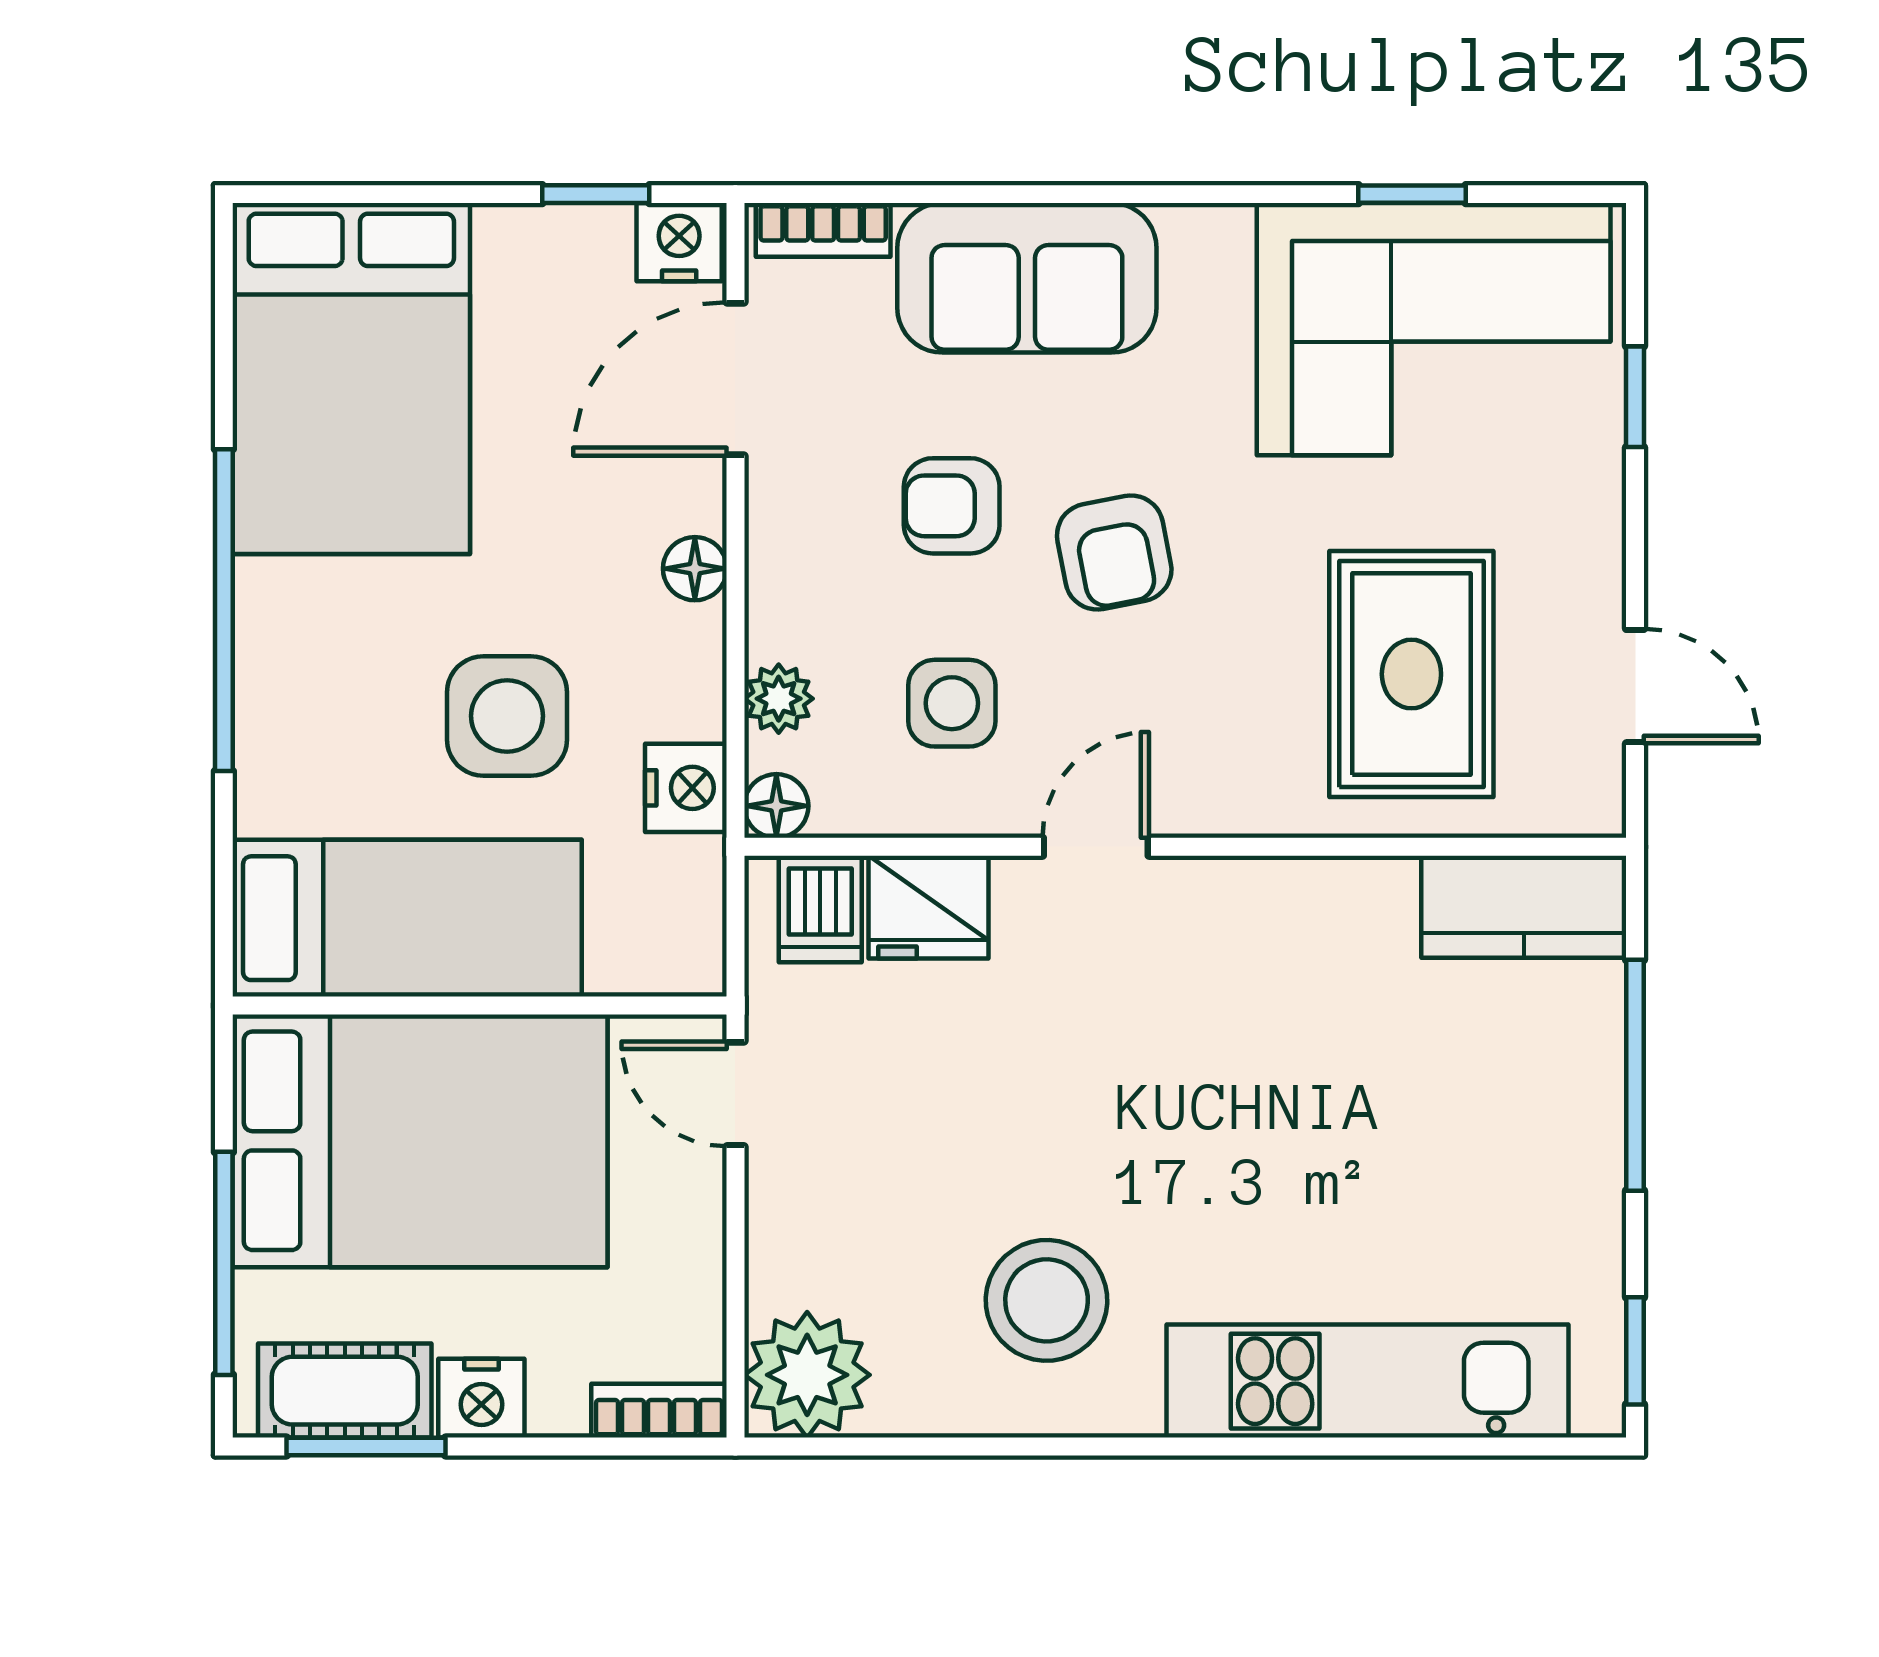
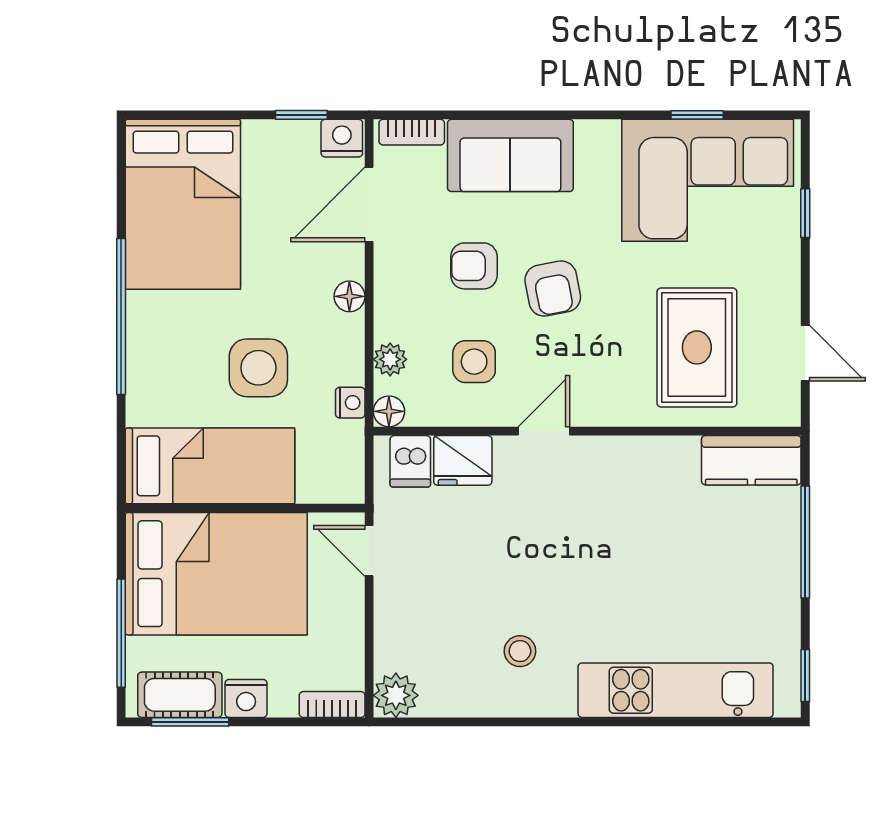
nightstand: (686, 788) -> (350, 403), width x0.72, depth x0.74
stool: (1047, 1300) -> (520, 651), width x0.53, depth x0.53
plant: (807, 1375) -> (396, 695), width x0.73, depth x0.73

